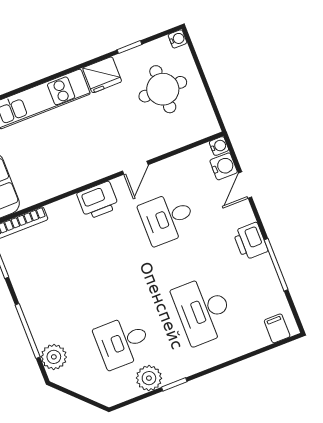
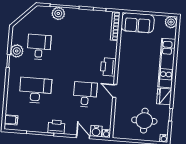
plant: (54, 357) -> (58, 13), moved

